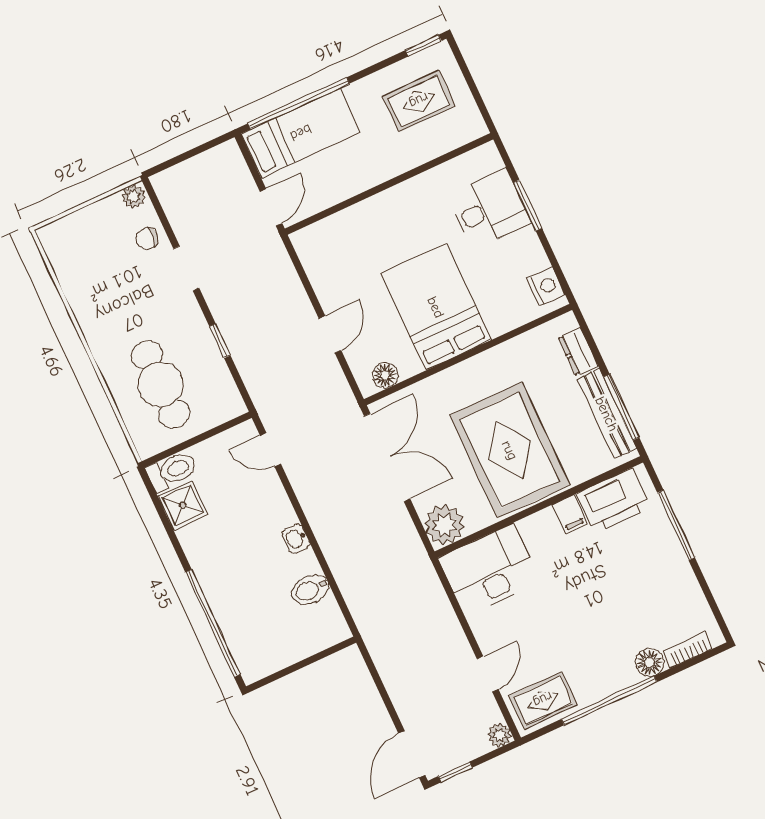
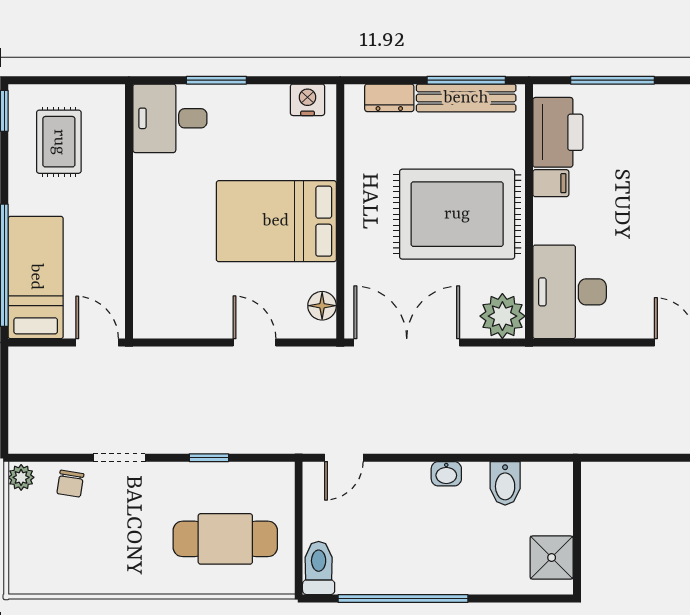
desk: (489, 209) -> (170, 118), moved, turned -90
shower: (183, 505) -> (552, 558), moved
window: (213, 623) -> (403, 598), moved

